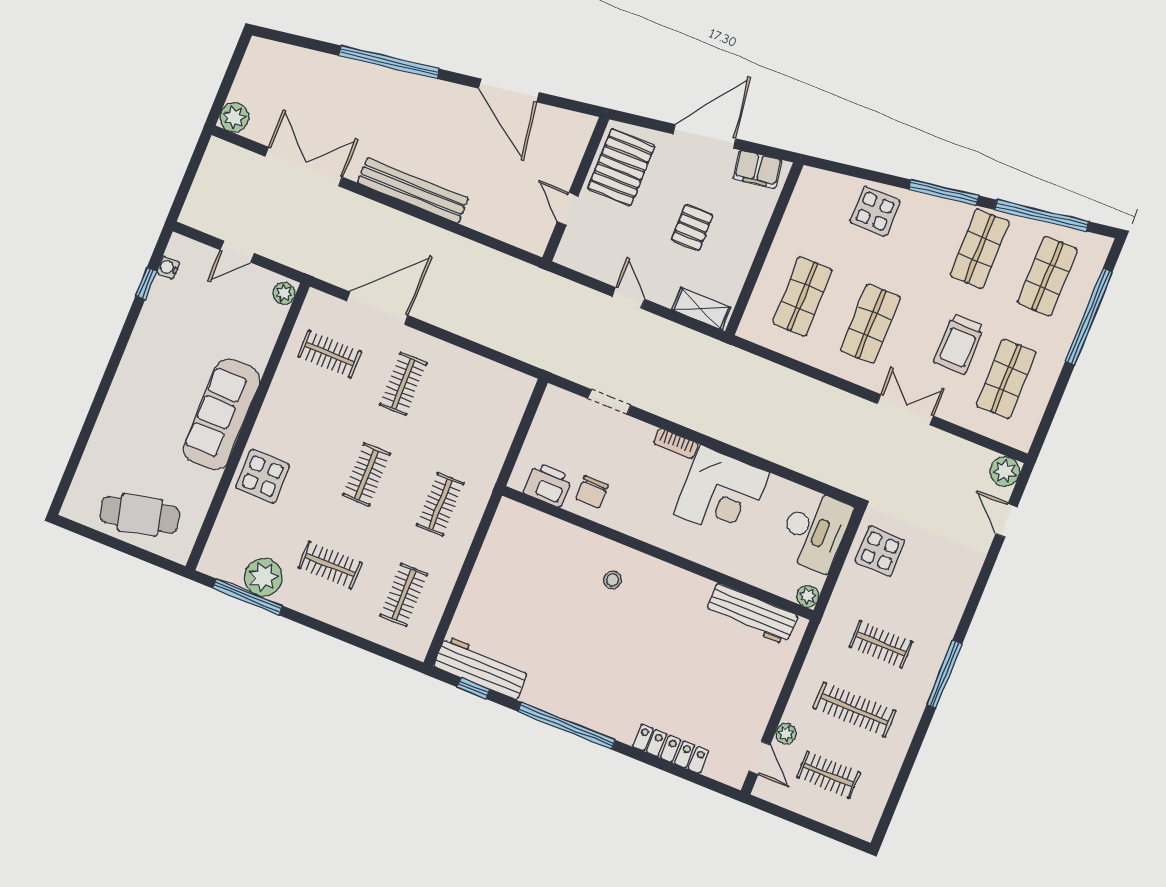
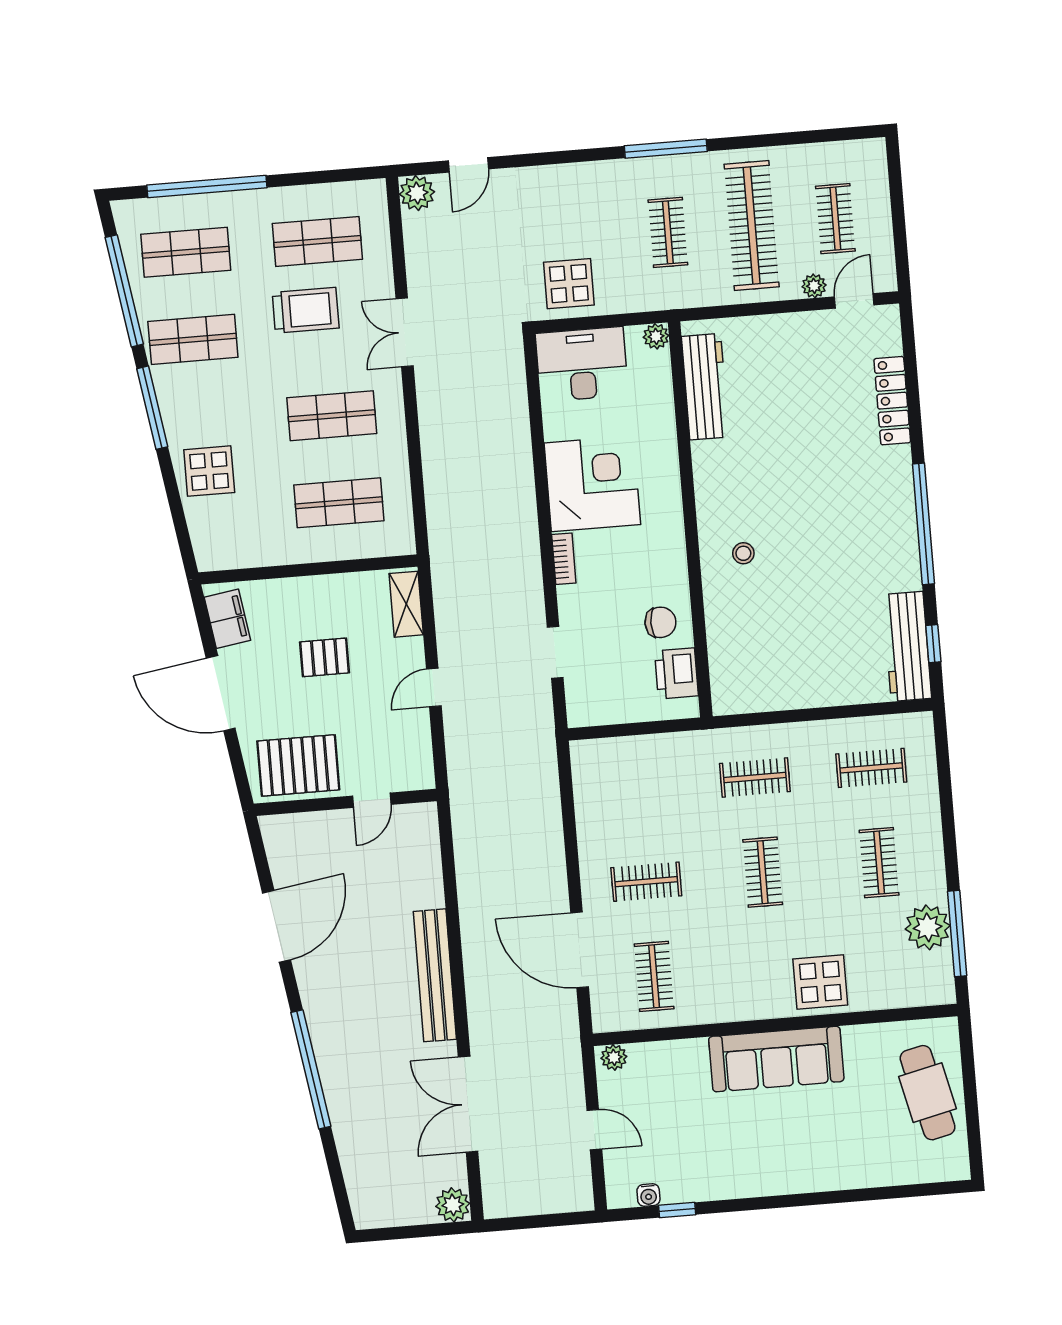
clothes rail: (367, 474) -> (763, 872), turned 90
clothes rail: (855, 710) -> (752, 225), width x1.37, depth x1.31

